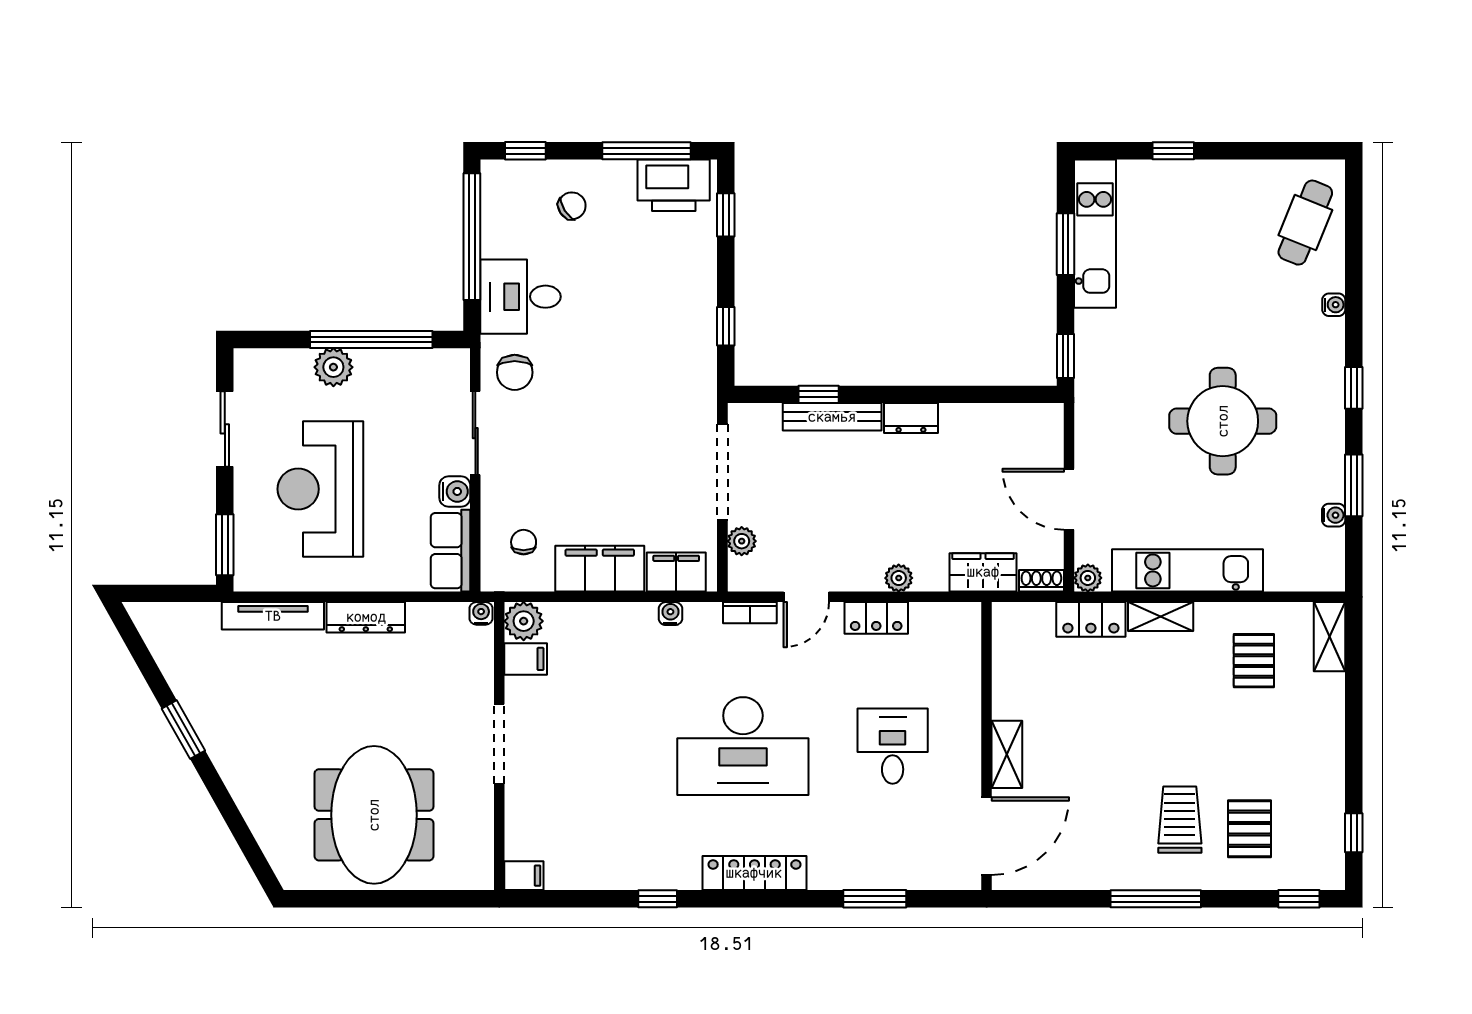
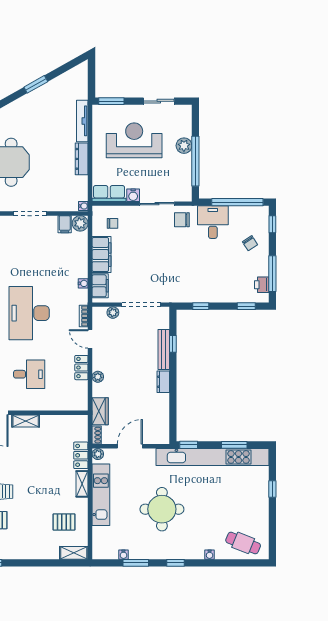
printer: (674, 185) -> (262, 285), width x0.53, depth x0.68
kitchen unit: (1095, 234) -> (213, 457), width x1.86

